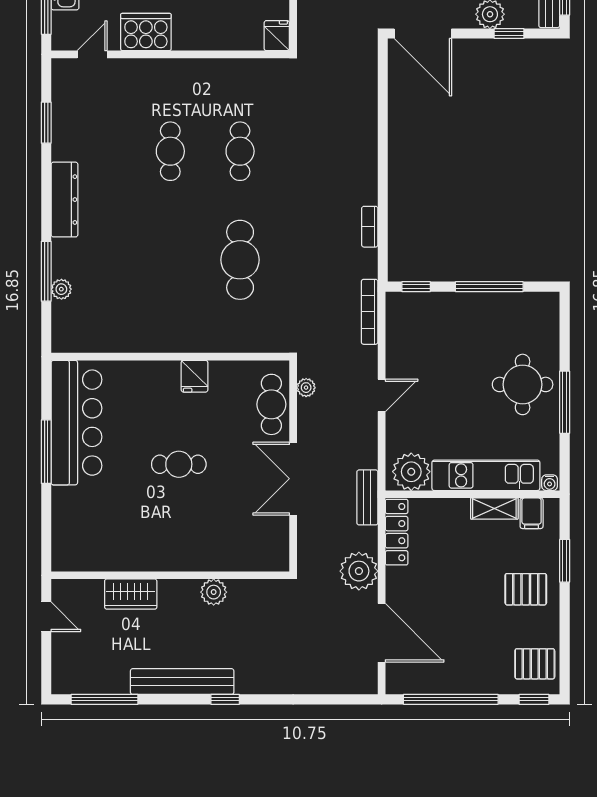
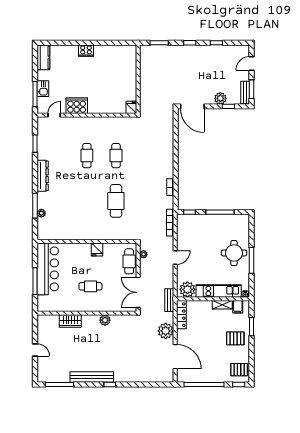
wall: (170, 575) -> (87, 313), moved
plant: (214, 592) -> (105, 320), moved
wardrobe: (131, 594) -> (70, 321), moved

